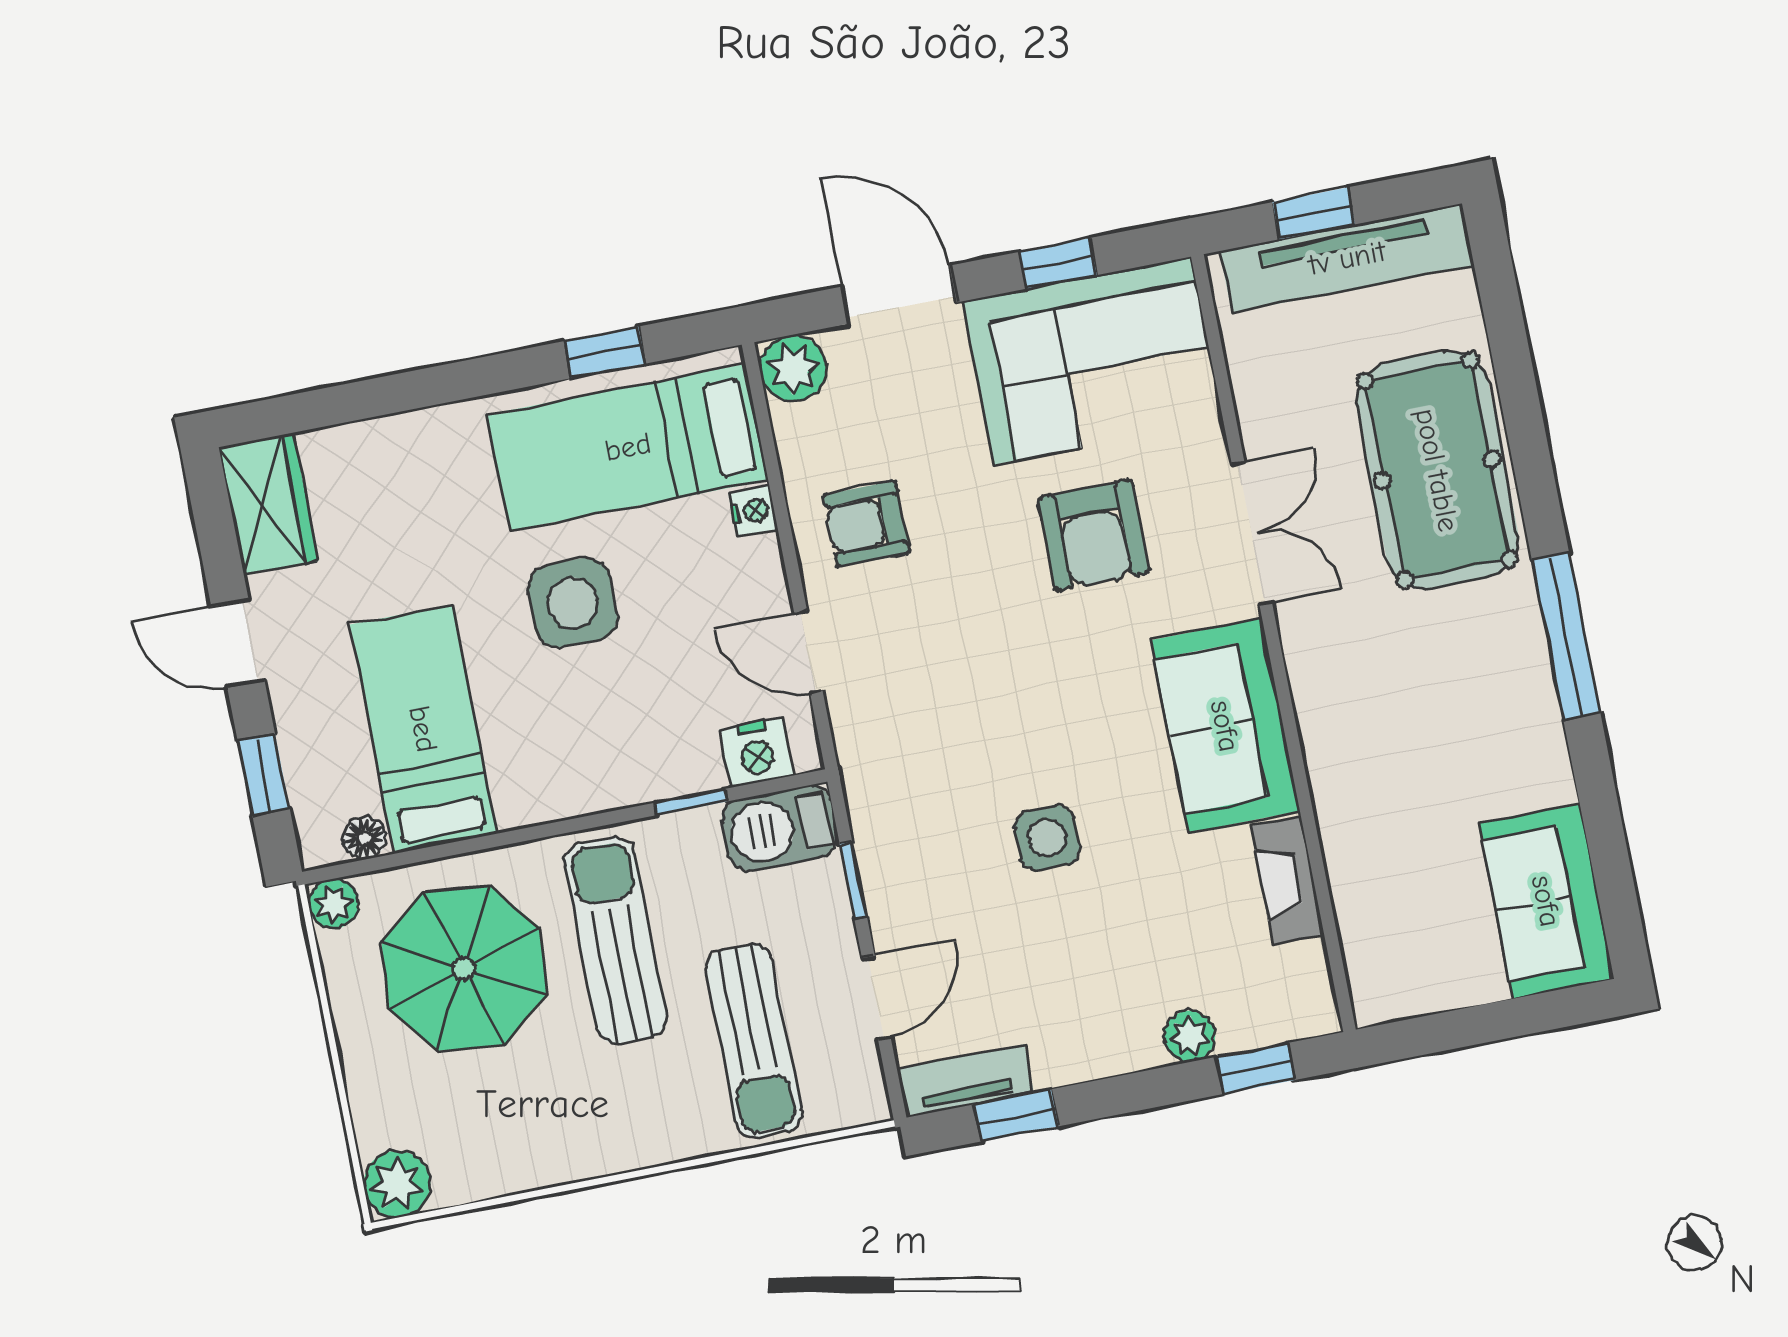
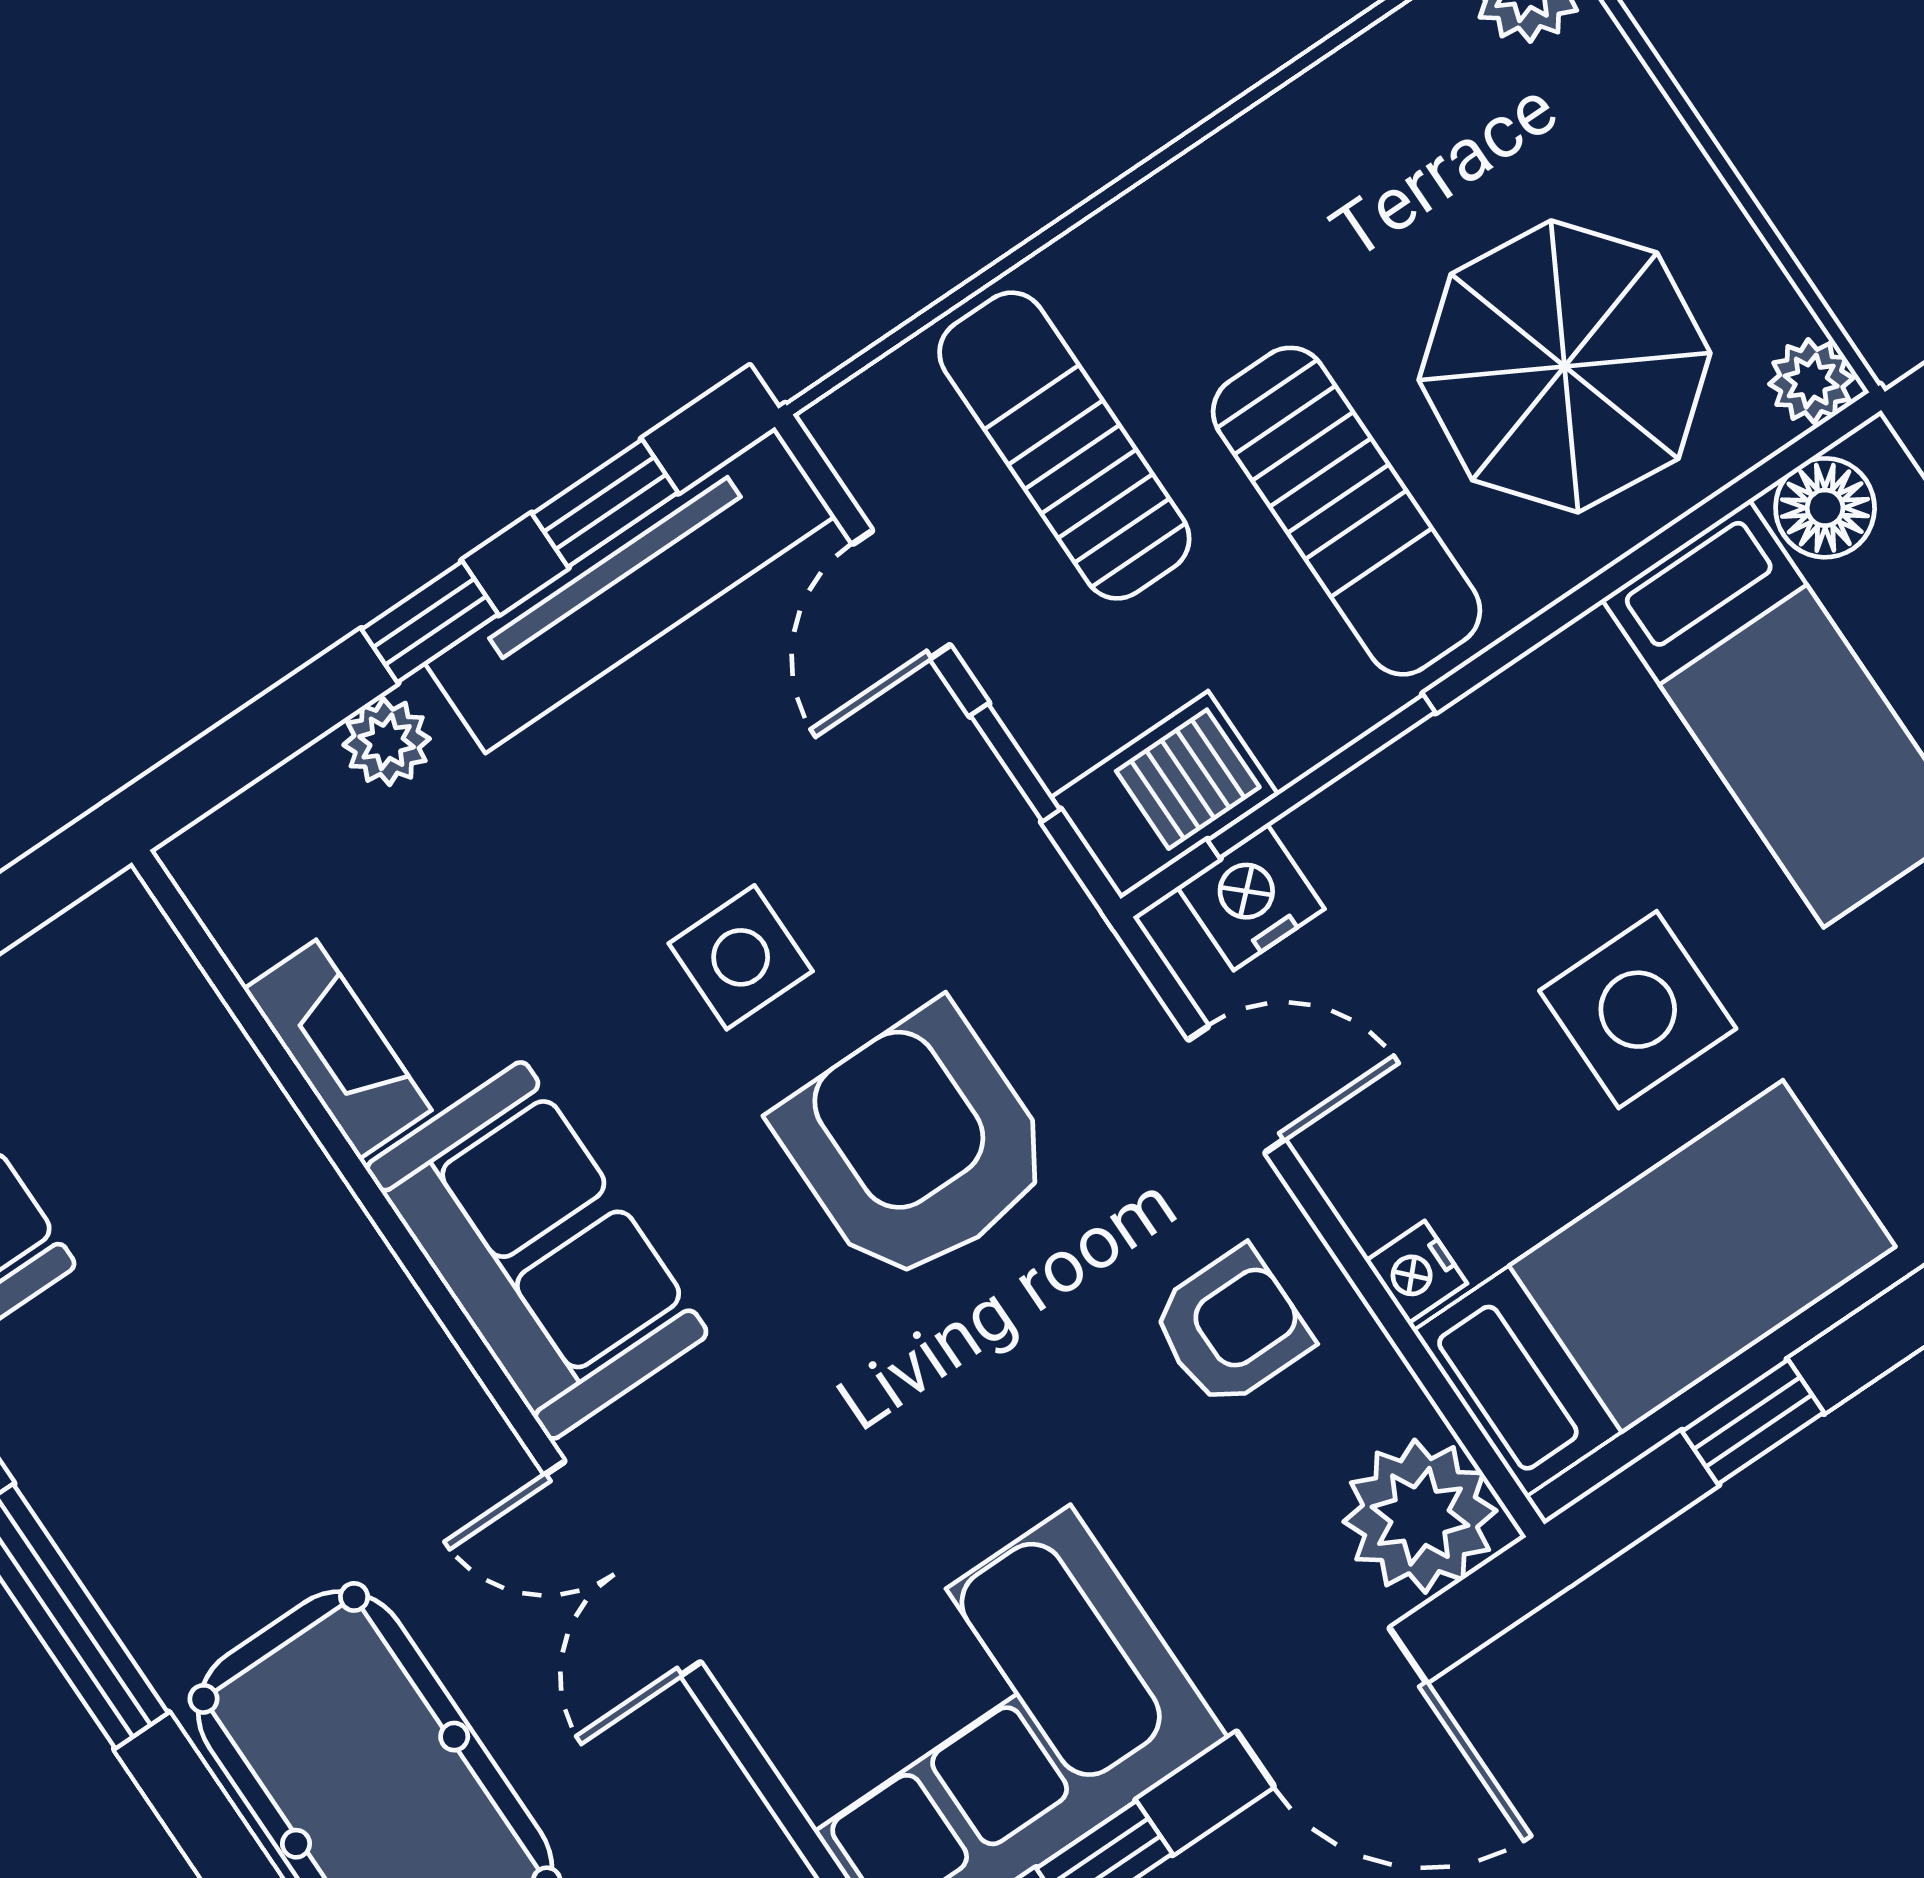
plant: (793, 368) -> (1420, 1516), width x1.36, depth x1.36
armchair: (1093, 535) -> (916, 1145), moved, width x1.36, depth x1.36
window: (690, 802) -> (1321, 776), width x2.17
floor lamp: (364, 838) -> (1825, 508), width x1.37, depth x1.37
window: (1255, 1068) -> (430, 622), moved
tv unit: (965, 1081) -> (630, 590), width x1.92, depth x1.29

